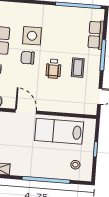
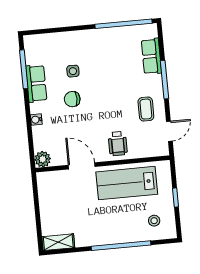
side table: (32, 36) -> (73, 71), width x0.54, depth x0.54
coffee table: (78, 68) -> (146, 109), moved
wheelchair: (53, 69) -> (118, 144), moved

